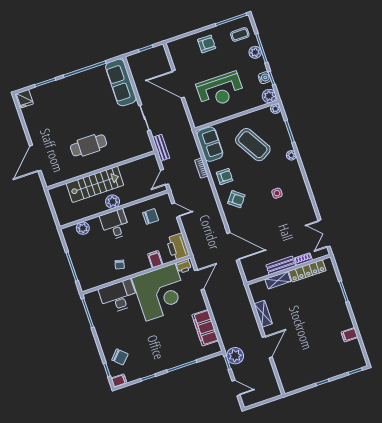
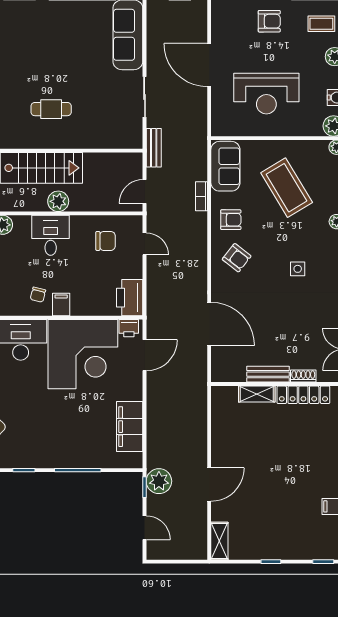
cafe table: (89, 145) -> (51, 109), width x0.73, depth x0.74
filing cabinet: (155, 259) -> (61, 304), moved
shelving: (263, 314) -> (219, 541), moved

